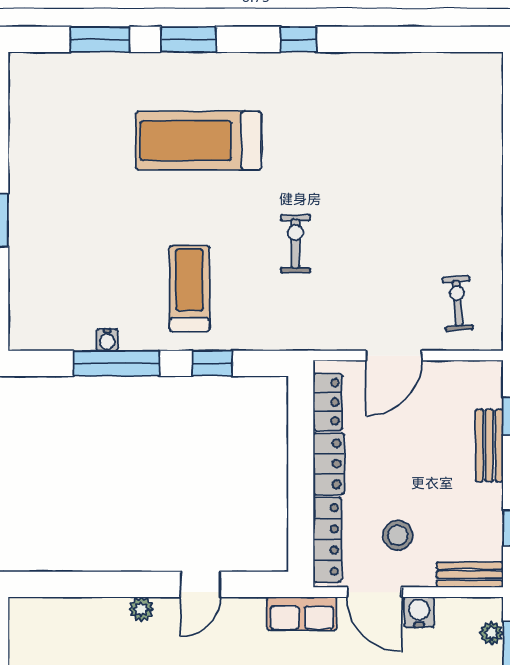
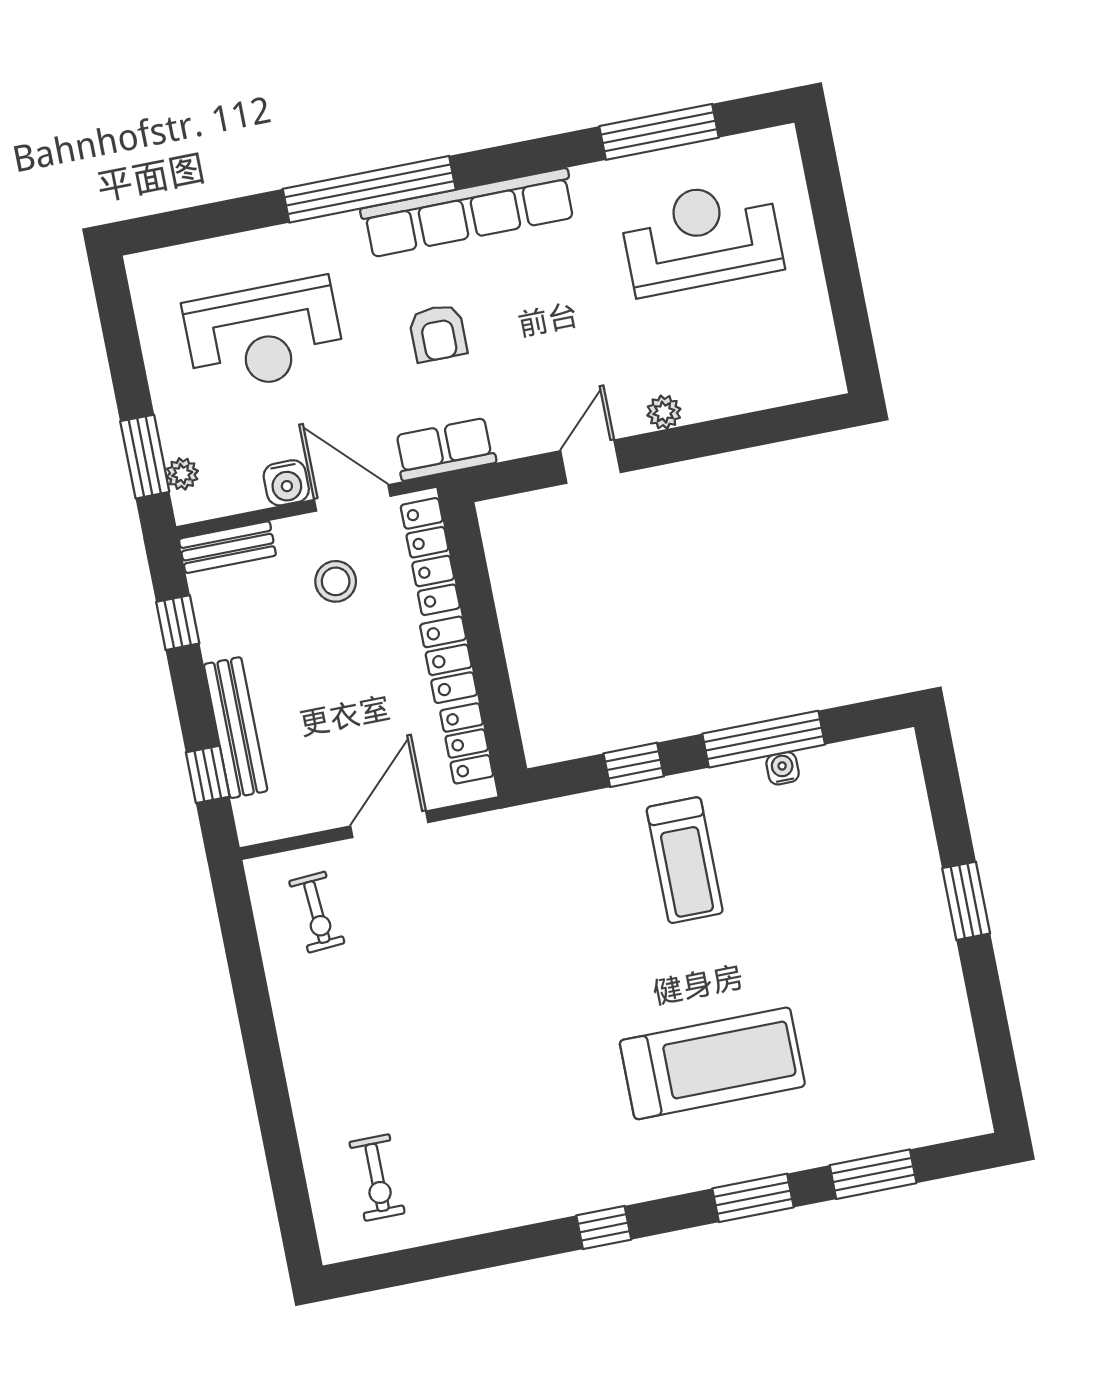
exercise bike: (295, 244) -> (377, 1177), moved
bench: (489, 446) -> (236, 728), width x1.36

